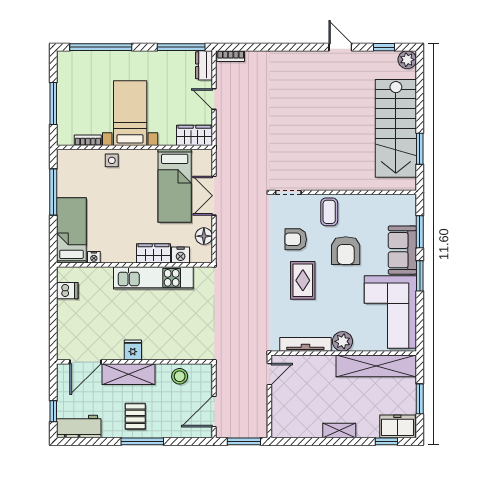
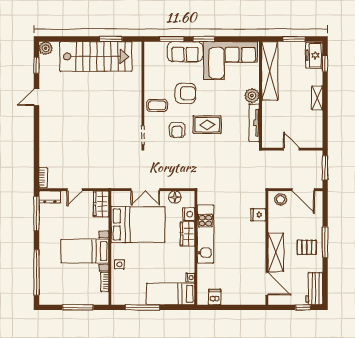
bed: (175, 186) -> (138, 224), width x1.50
fridge: (133, 350) -> (258, 215), moved
door: (269, 374) -> (291, 149), moved
stool: (180, 376) -> (281, 199), moved

